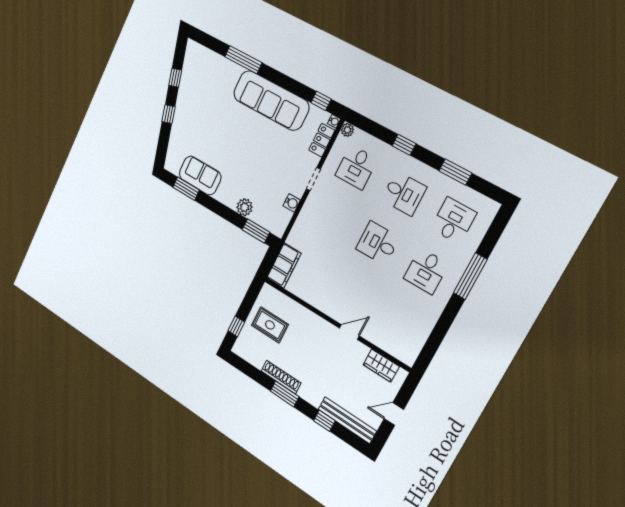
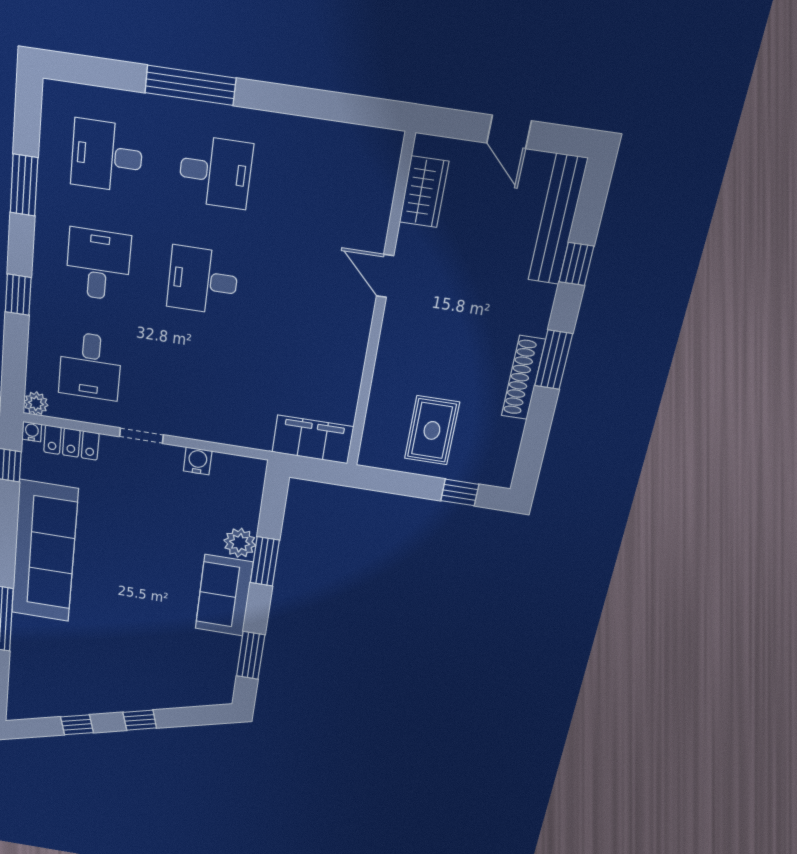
desk: (356, 167) -> (90, 366), turned 90
sofa: (200, 175) -> (224, 596), moved
window: (256, 231) -> (265, 562), moved
desk: (378, 243) -> (203, 281), turned 90

